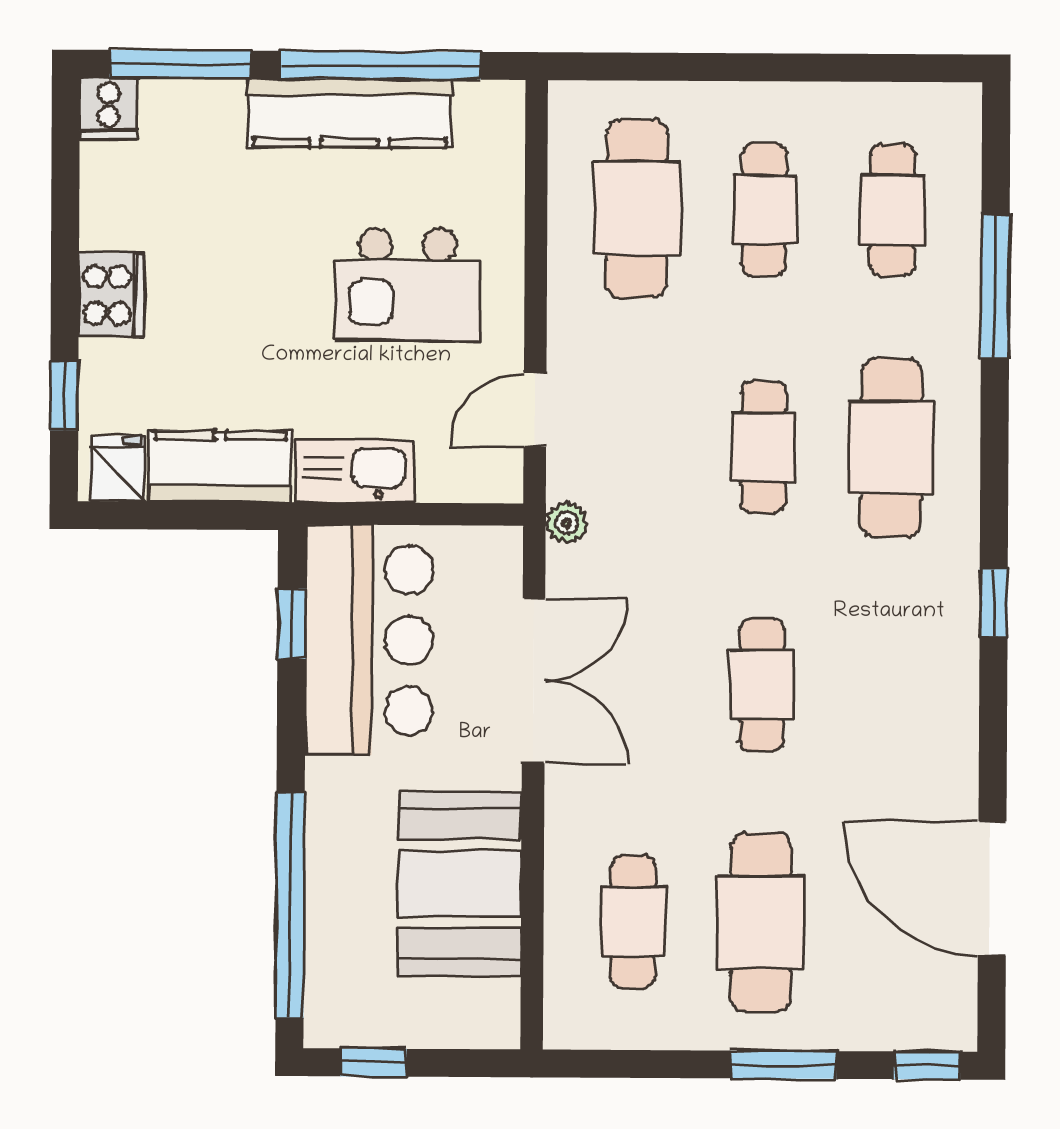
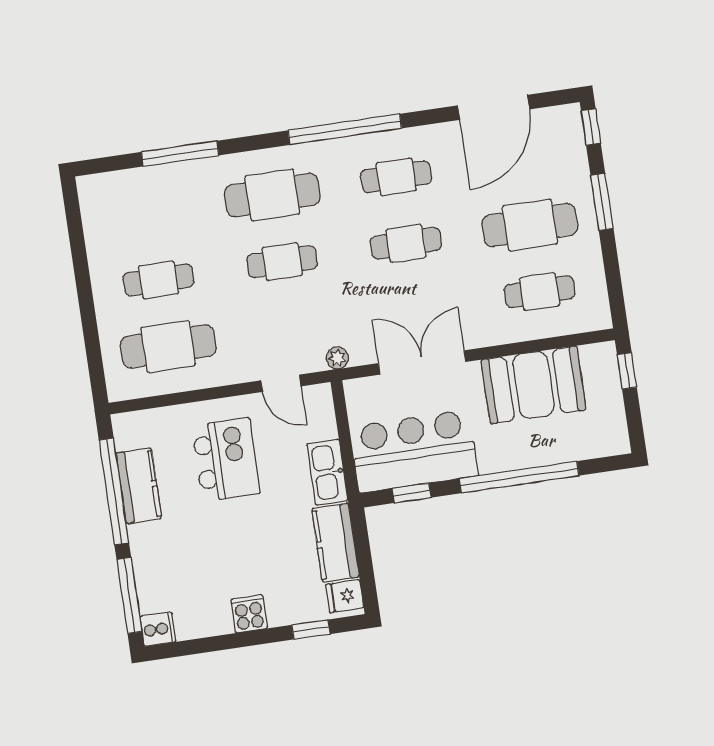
kitchen counter: (350, 113) -> (139, 486), width x0.67
cafe table: (892, 210) -> (396, 177), moved
cooker: (111, 295) -> (249, 614), width x0.73
window: (994, 603) -> (345, 129), width x3.17
window: (290, 905) -> (519, 477), moved
window: (373, 1063) -> (627, 371), moved

